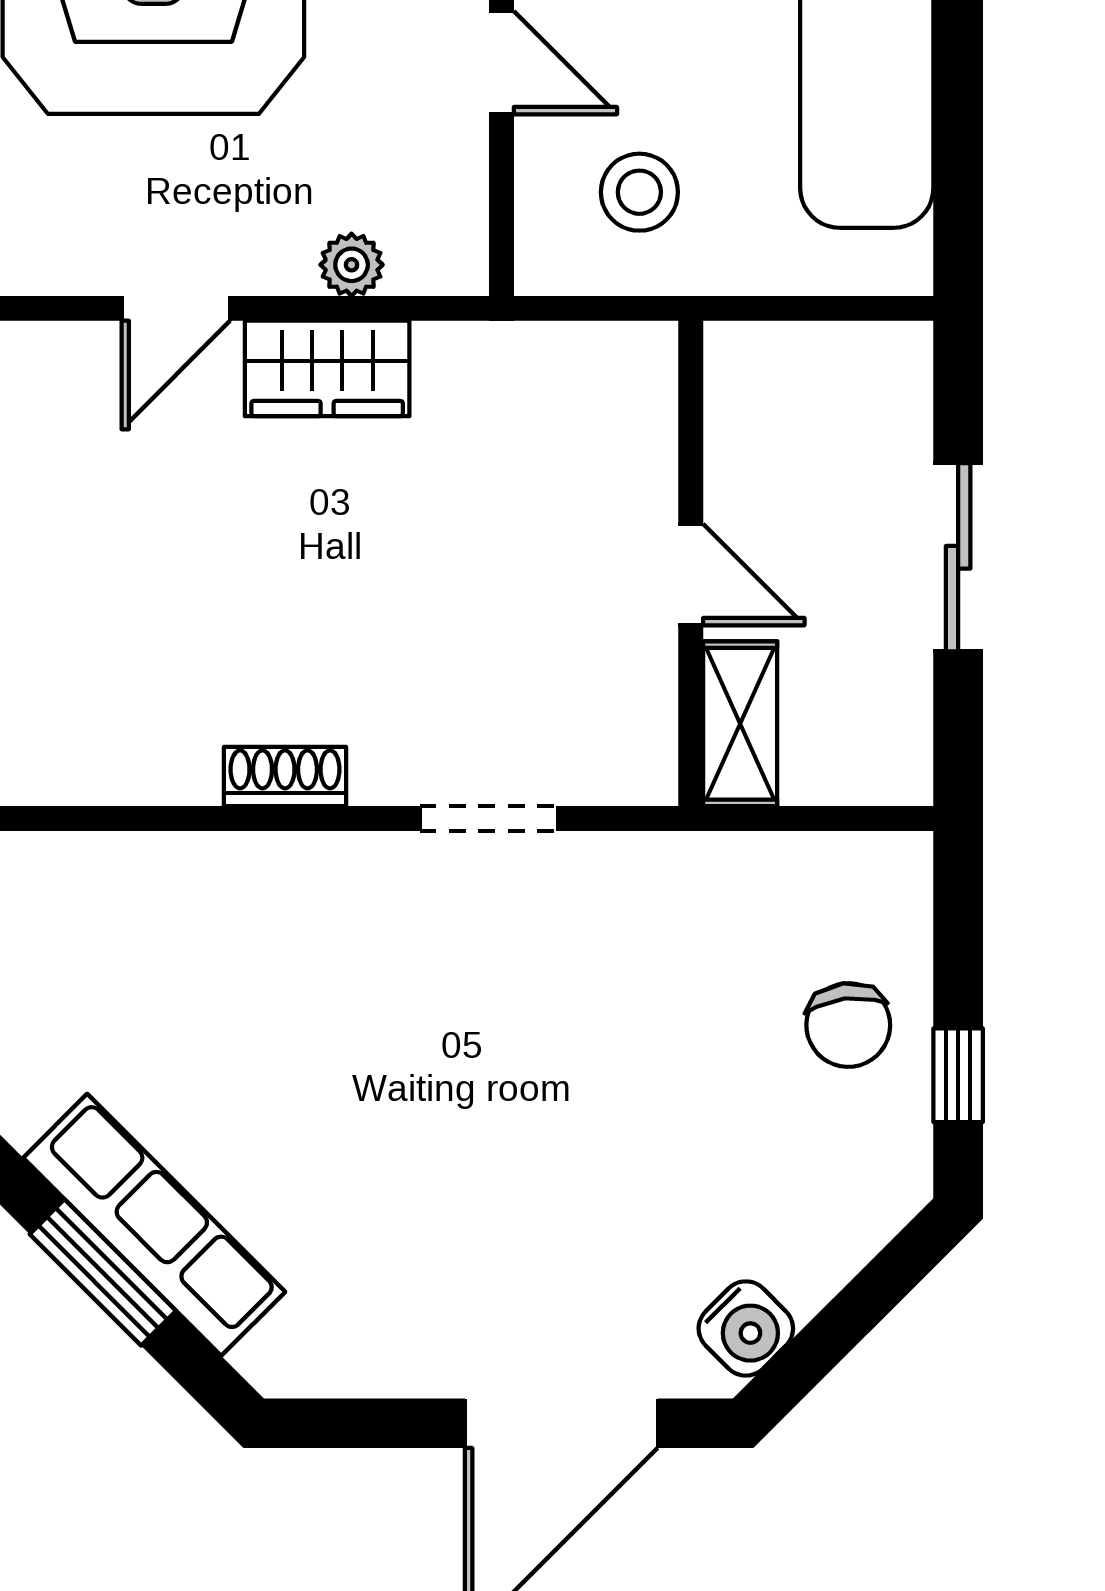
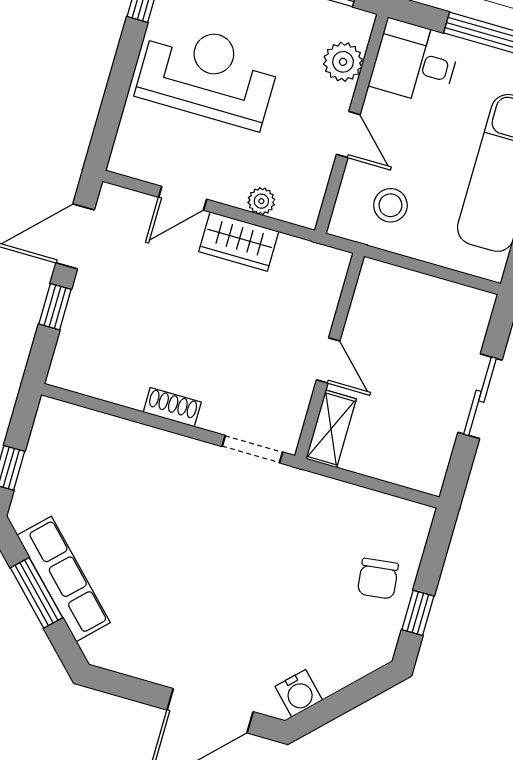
wall: (691, 563) -> (330, 356), moved
door: (691, 575) -> (328, 360), moved
shelving: (740, 724) -> (331, 429), moved

